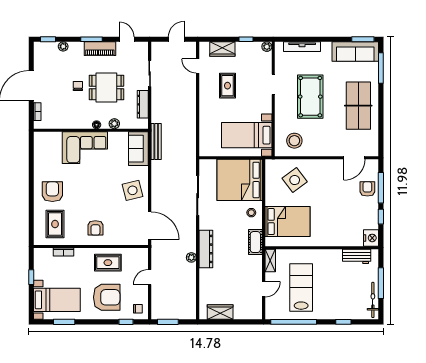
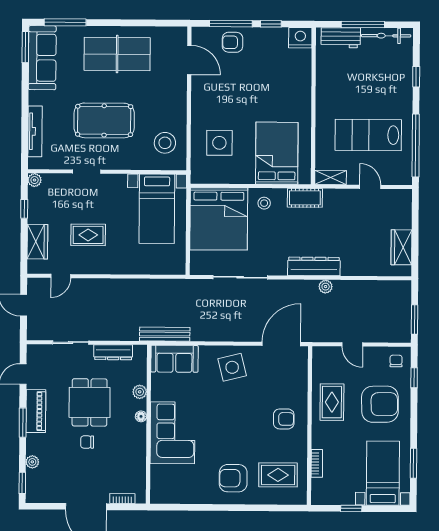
side table: (295, 180) -> (219, 143), turned 37
workbench: (357, 256) -> (341, 38), moved, turned 90
armchair: (107, 297) -> (380, 404), turned 89

